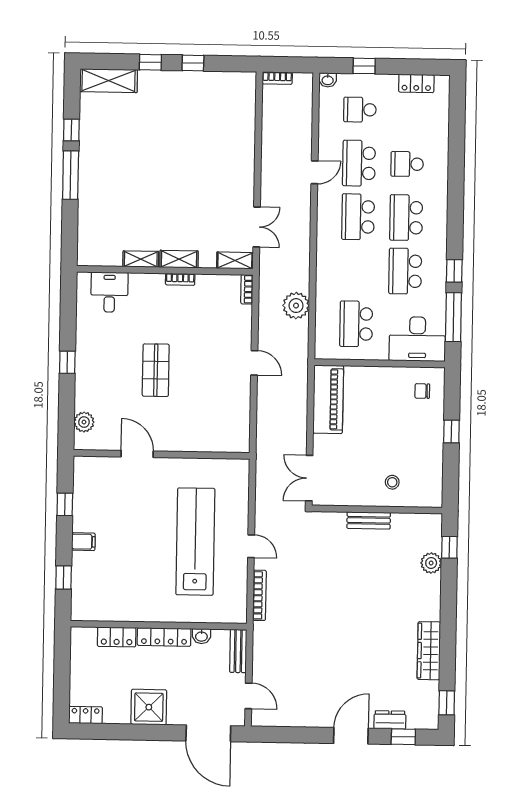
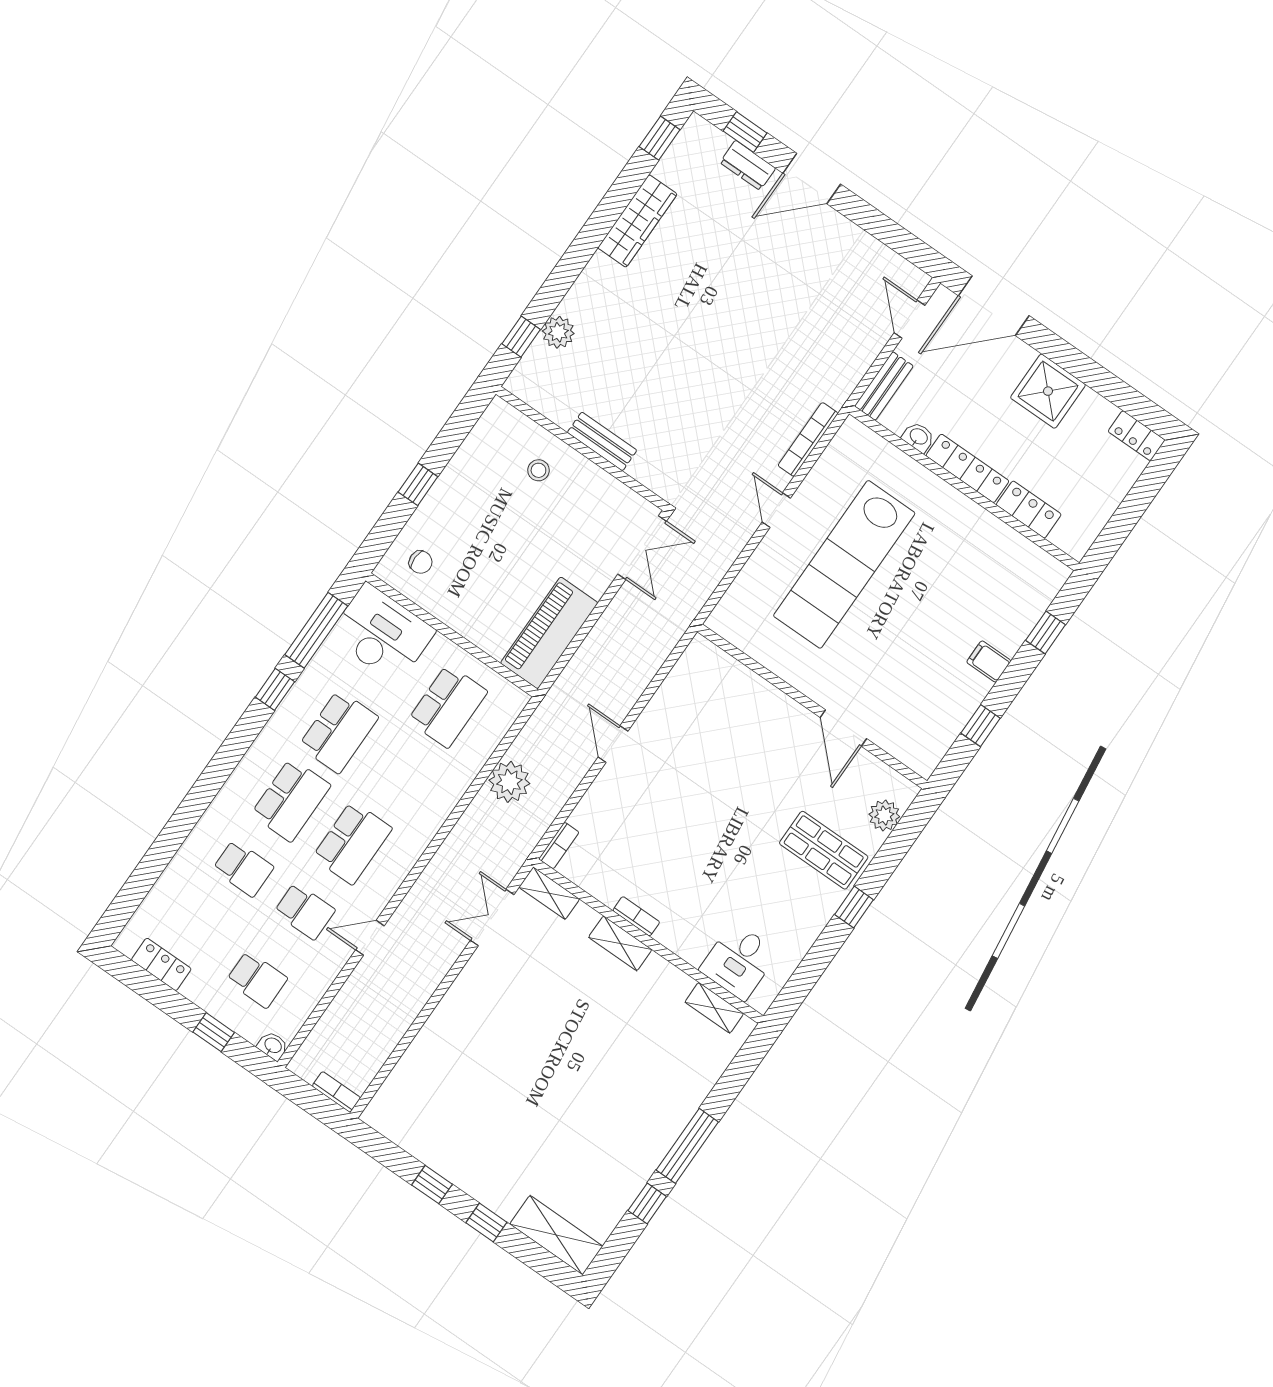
school desk: (359, 163) -> (305, 911), width x0.54
shelving: (141, 259) -> (714, 1008), moved
shop shelf: (156, 370) -> (824, 850), moved, turned 90
door: (208, 733) -> (994, 306), swing flipped

